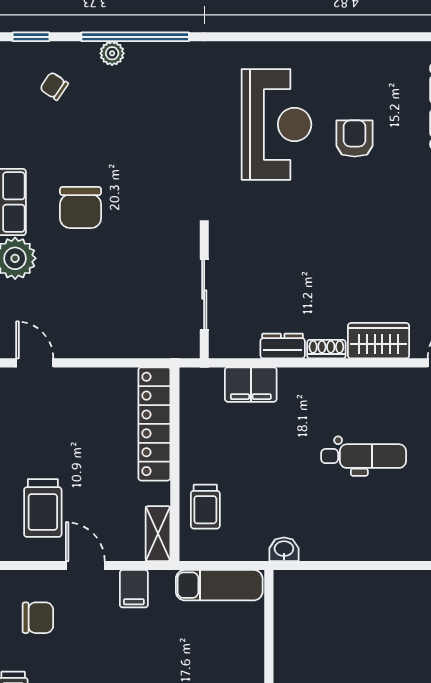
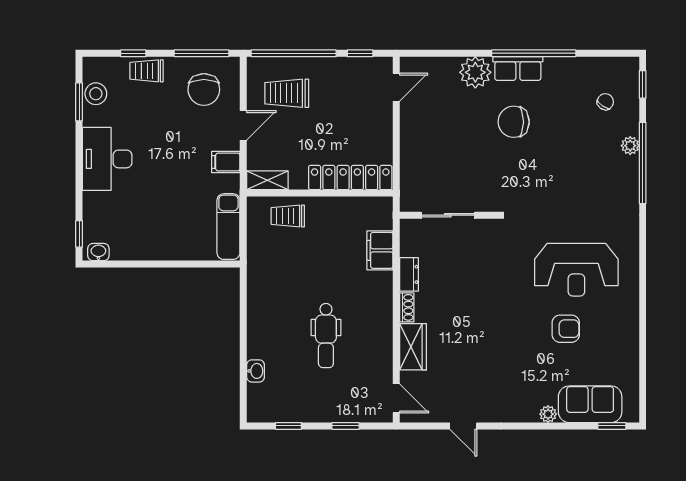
washbasin: (284, 549) -> (256, 371), moved
chair: (38, 618) -> (204, 90), width x1.37, depth x1.37

